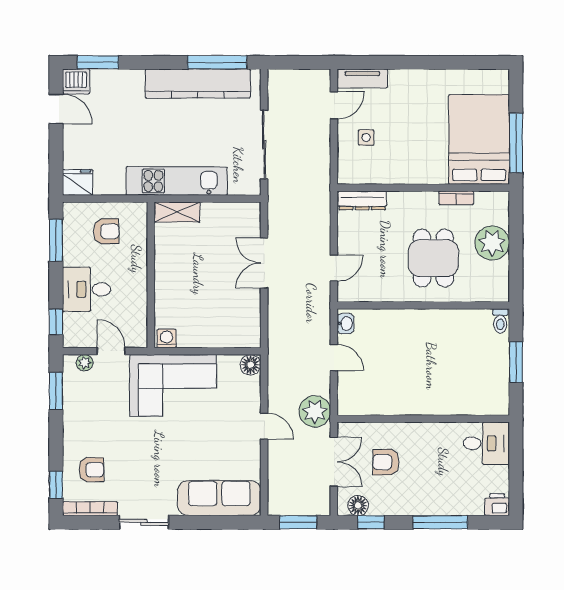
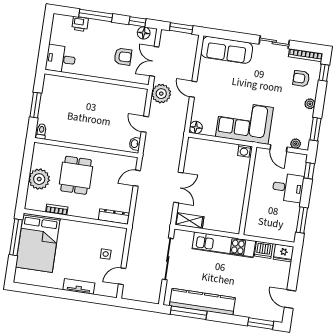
tv unit: (362, 78) -> (79, 286), moved
dishwasher: (76, 81) -> (264, 250), moved, turned 180
shelving: (177, 212) -> (189, 221), moved
armchair: (106, 231) -> (271, 221), removed
plant: (71, 431) -> (310, 104), added
printer: (497, 505) -> (80, 24), moved

